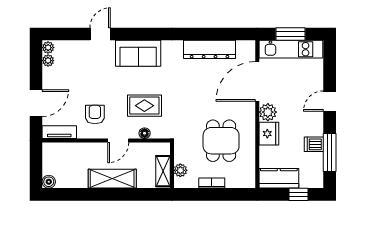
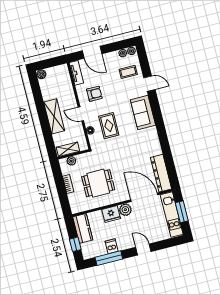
dresser: (210, 49) -> (161, 173), moved
coffee table: (76, 60) -> (128, 72), added

